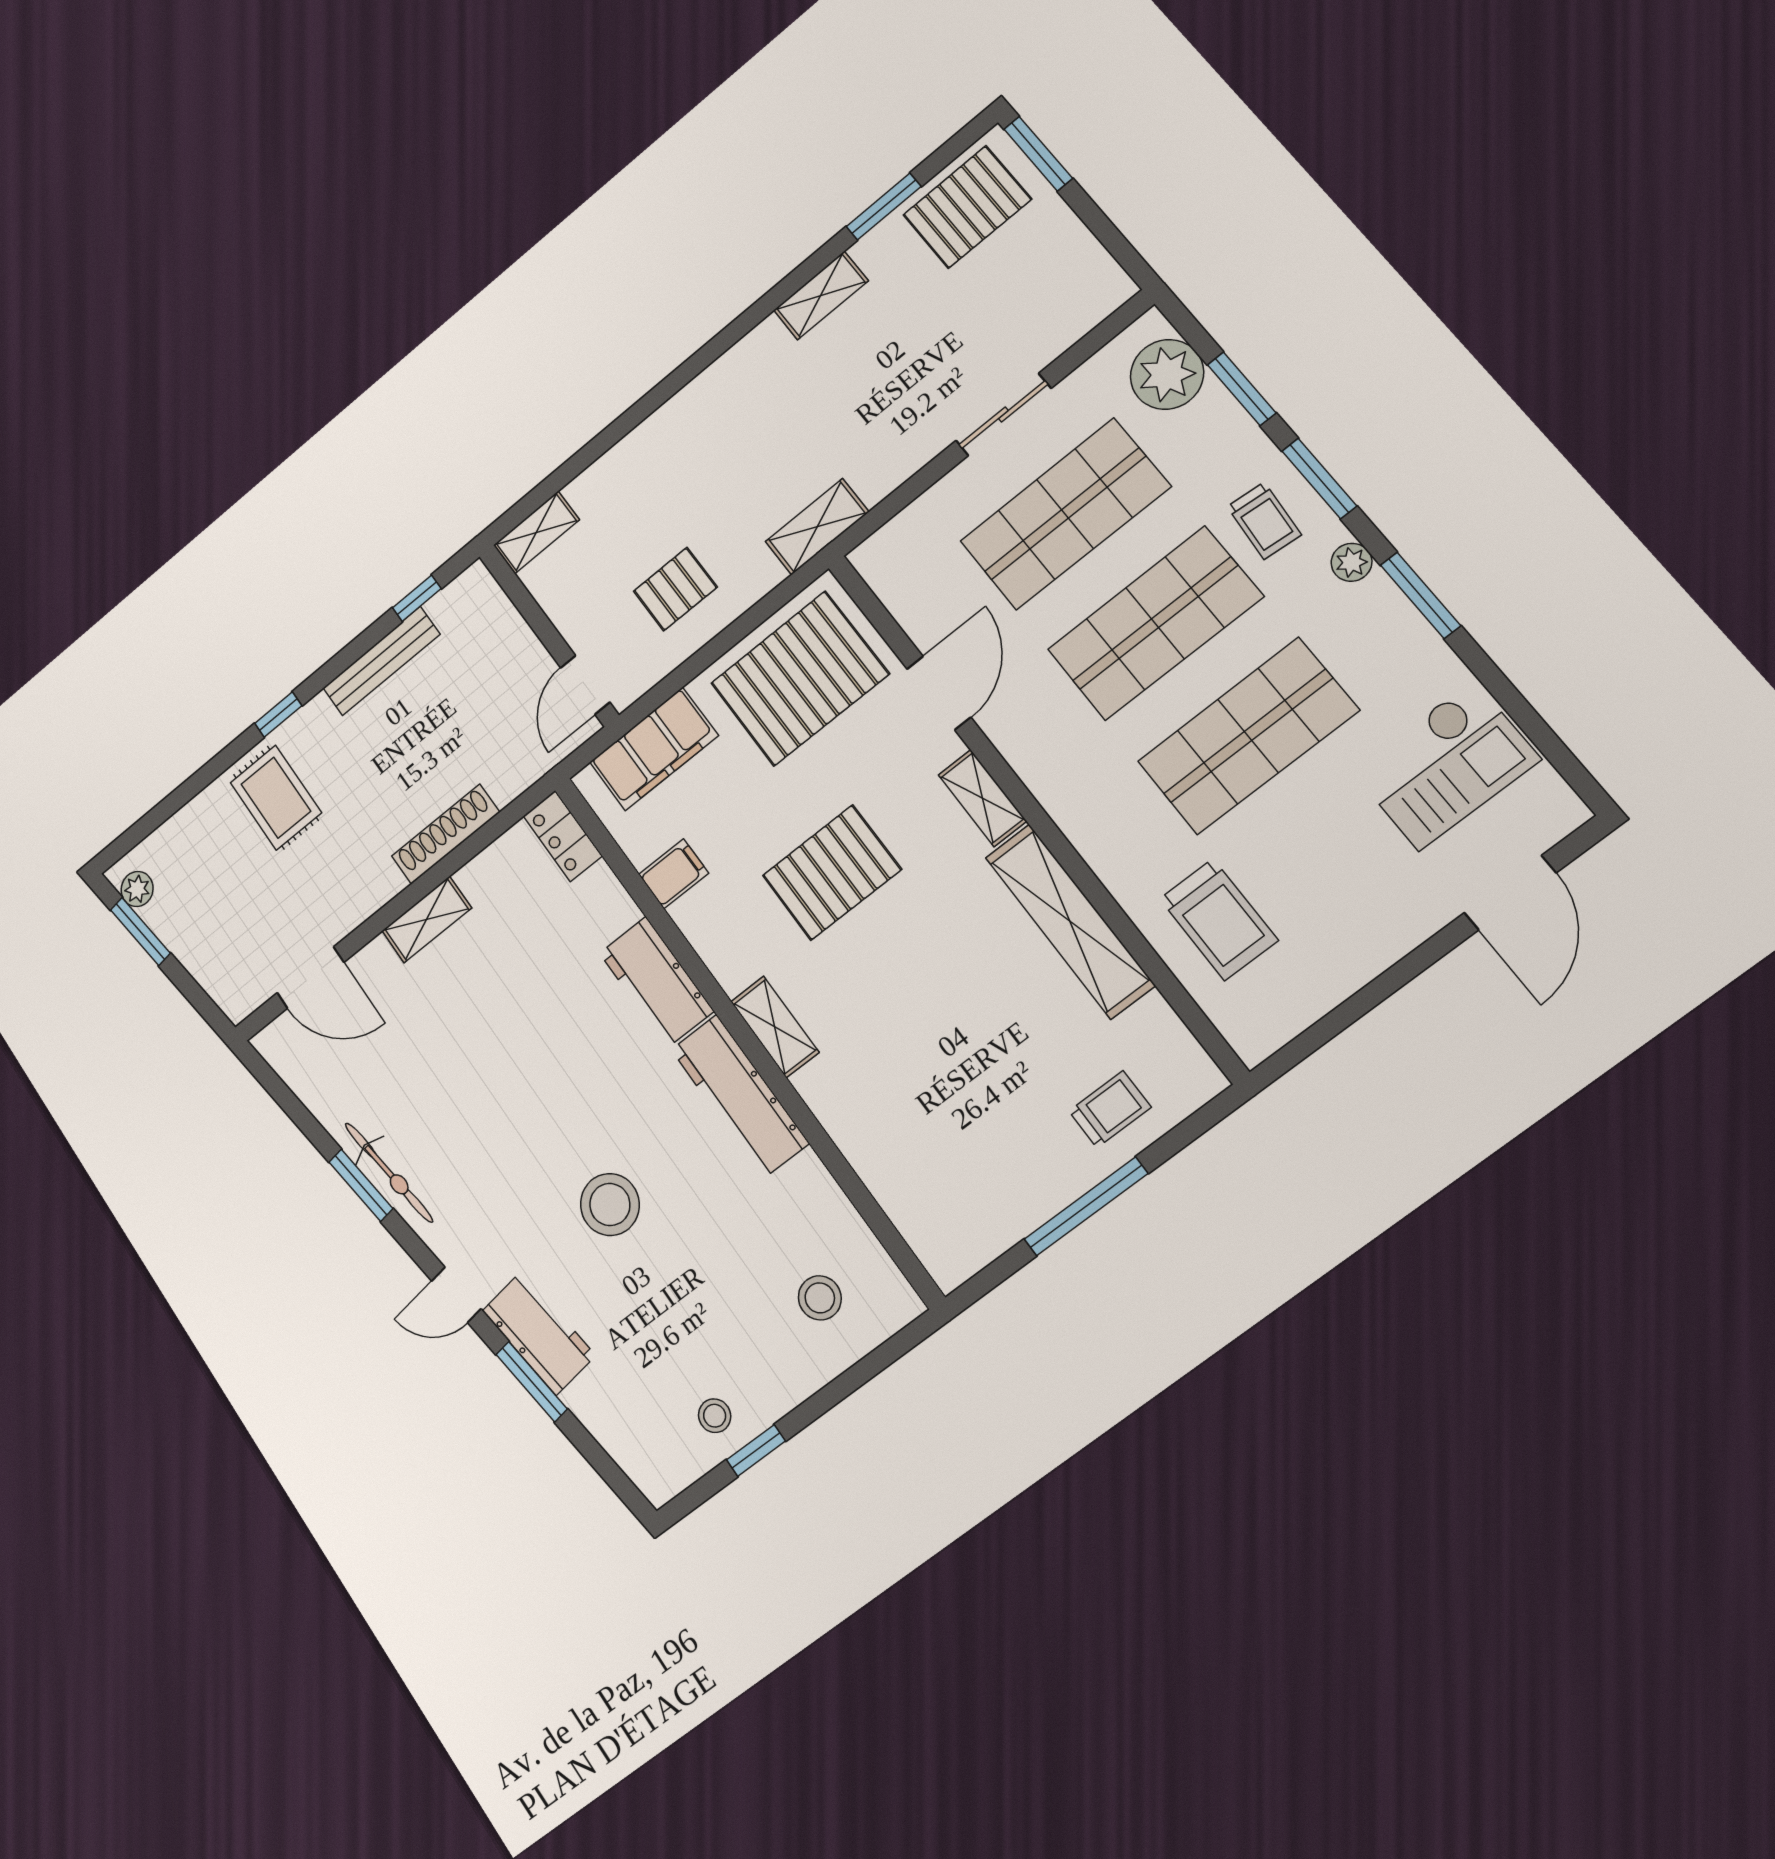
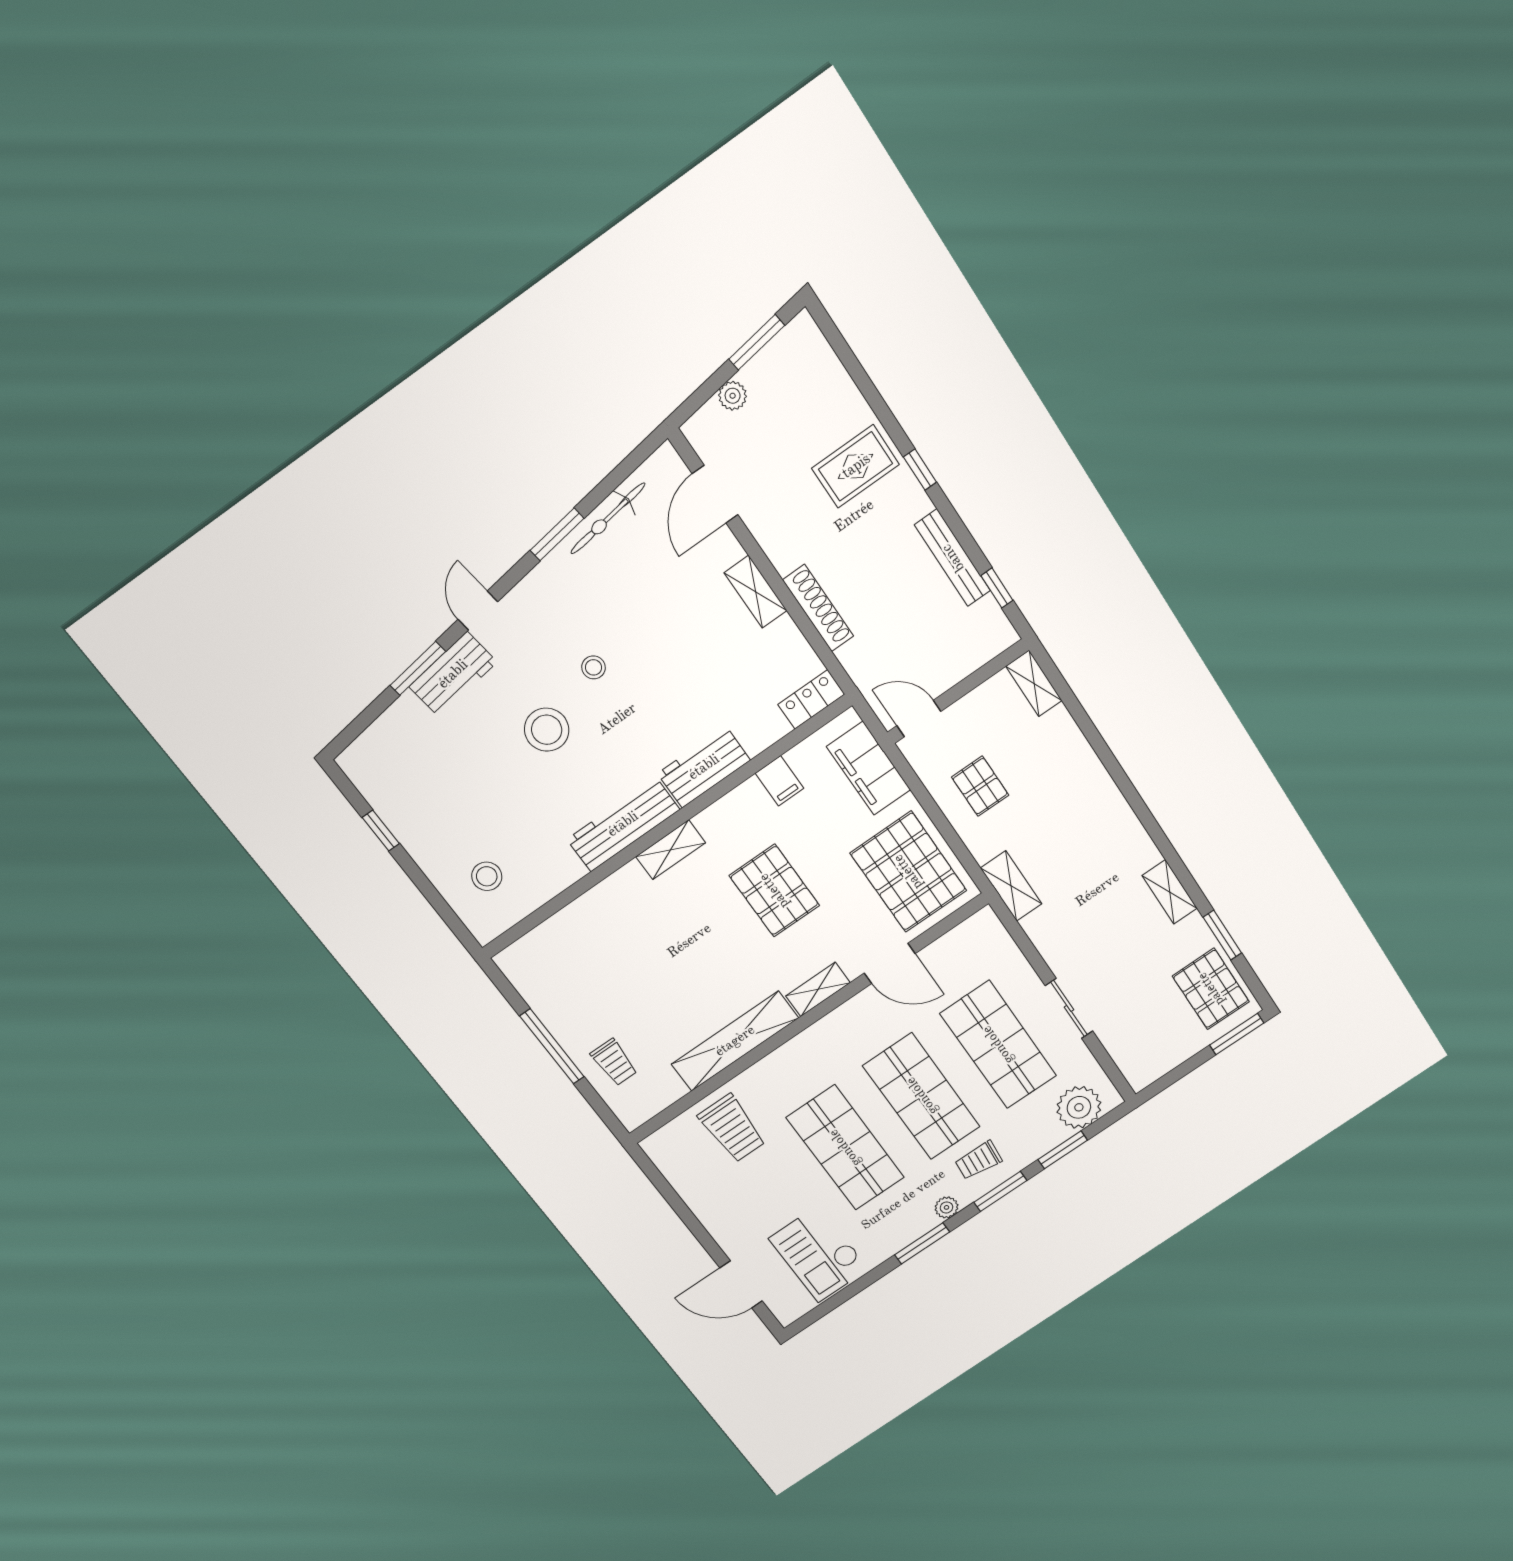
plant: (137, 889) -> (733, 396), moved
trolley: (1219, 919) -> (732, 1128), turned -90
bicycle: (389, 1172) -> (608, 518), moved
stool: (715, 1416) -> (594, 667), moved

